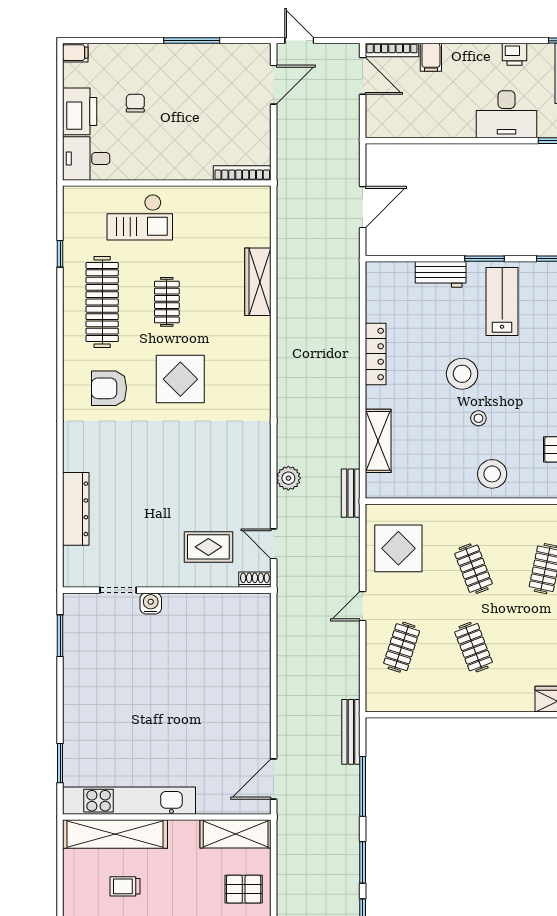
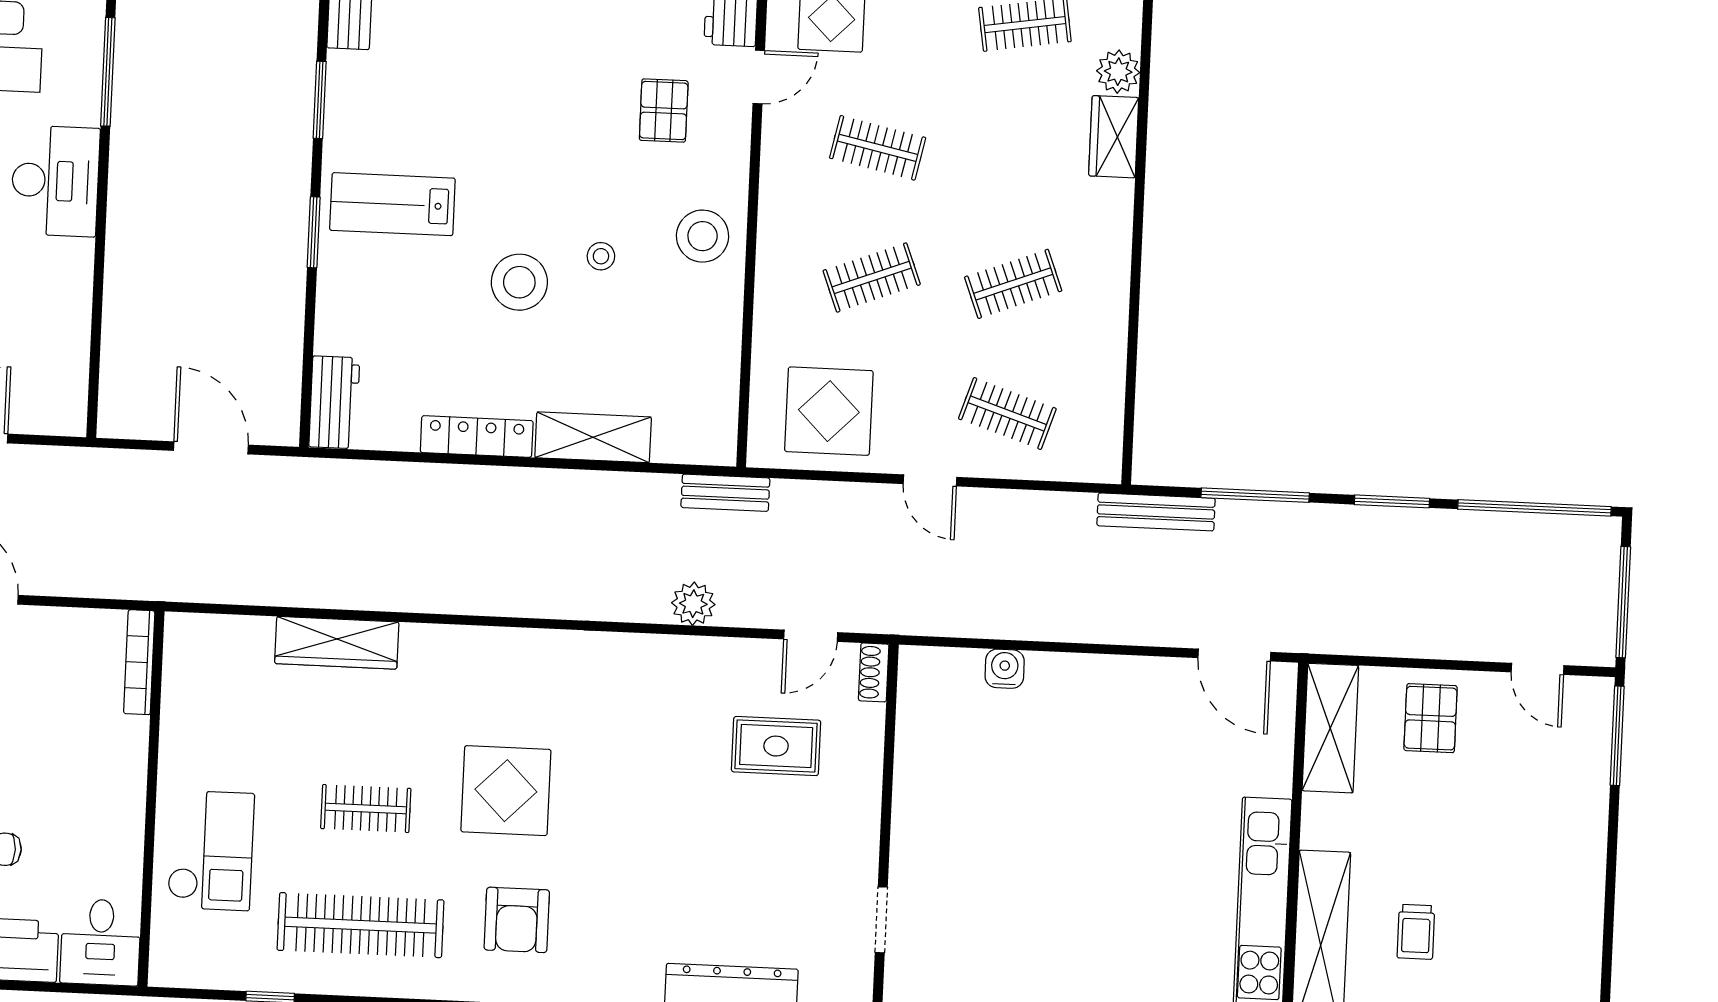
workbench: (441, 274) -> (334, 402), moved
shelving: (378, 441) -> (593, 437), moved
rug: (208, 547) -> (776, 746), moved, turned 90
water cooler: (151, 603) -> (1005, 669), moved, turned 90

